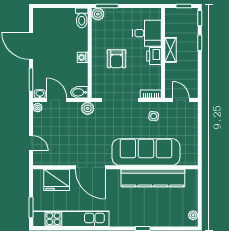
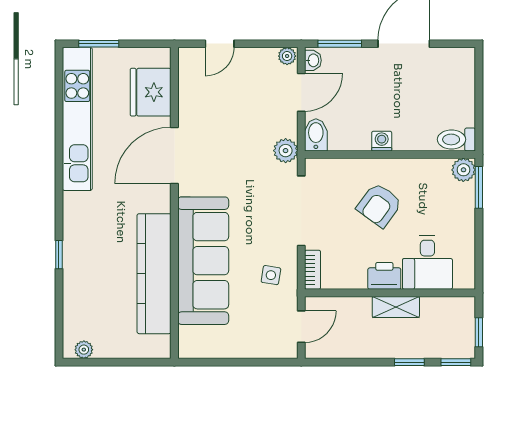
armchair: (117, 59) -> (379, 205), turned -54

